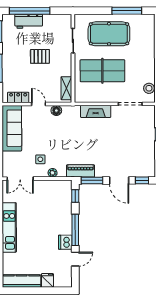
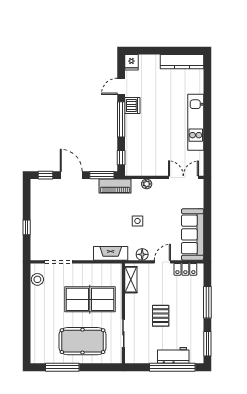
pallet: (40, 56) -> (161, 316), turned 90
door: (38, 104) -> (162, 262), swing flipped
fireplace: (96, 111) -> (111, 253), moved
side table: (40, 159) -> (137, 221), moved
fridge: (47, 280) -> (131, 62), moved

